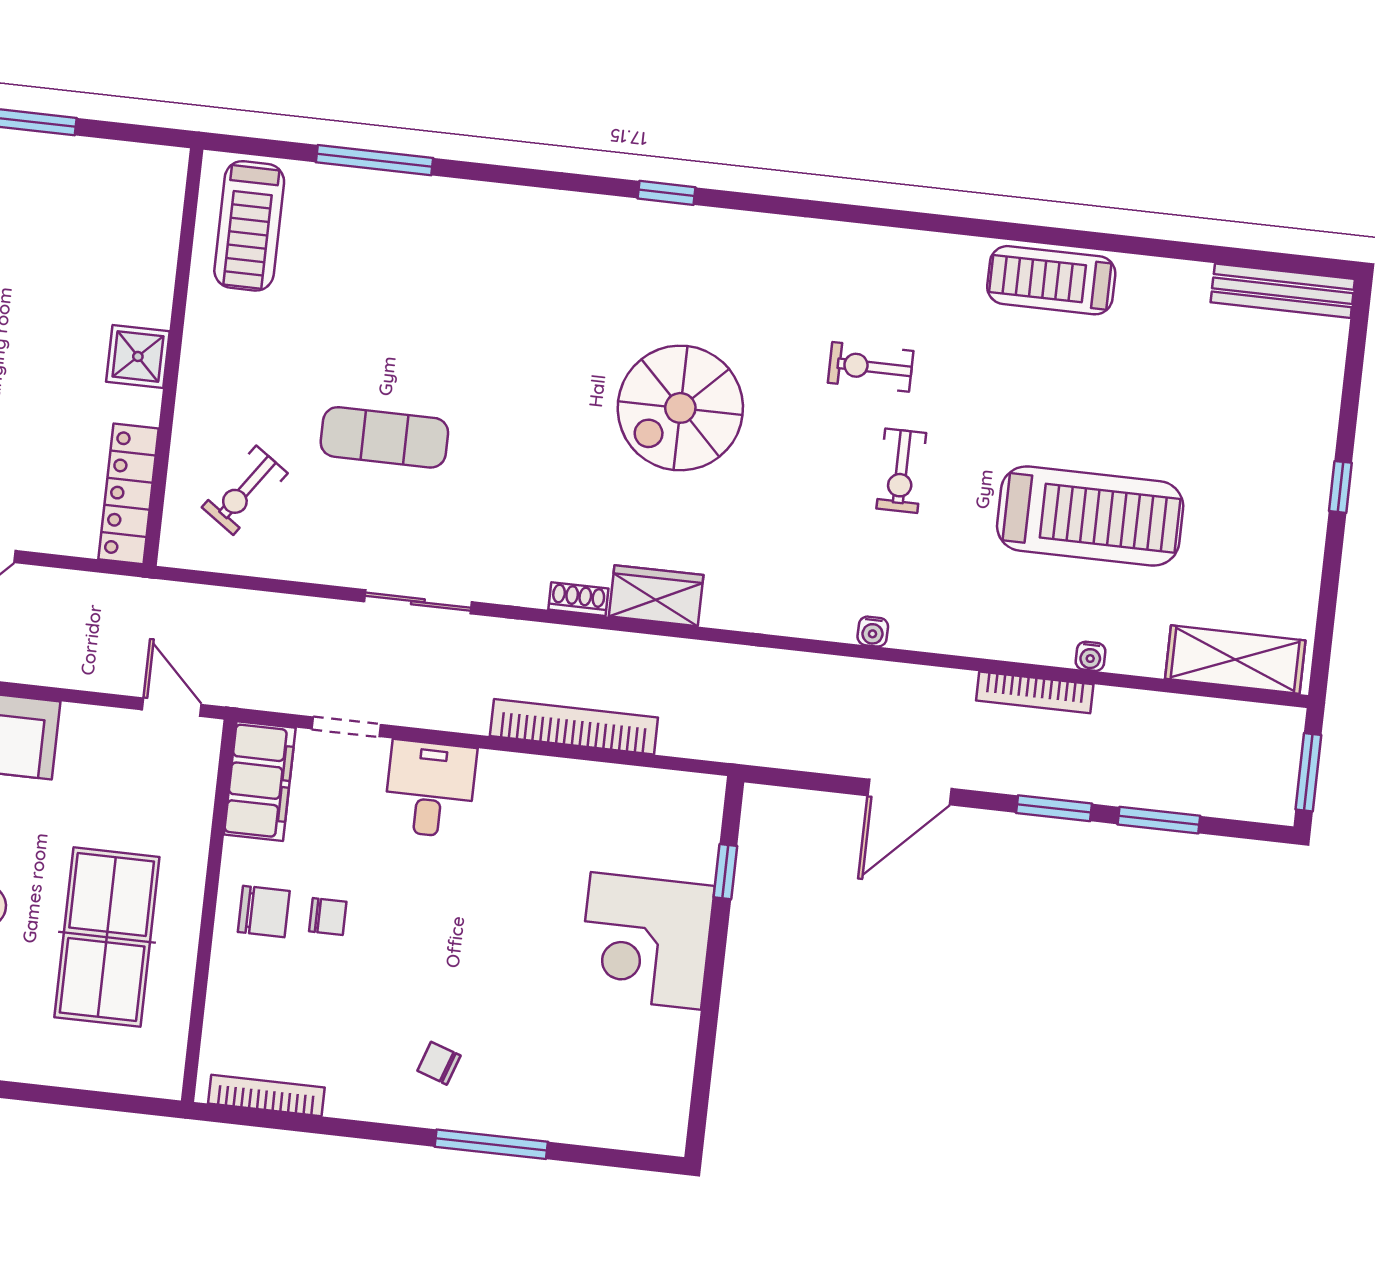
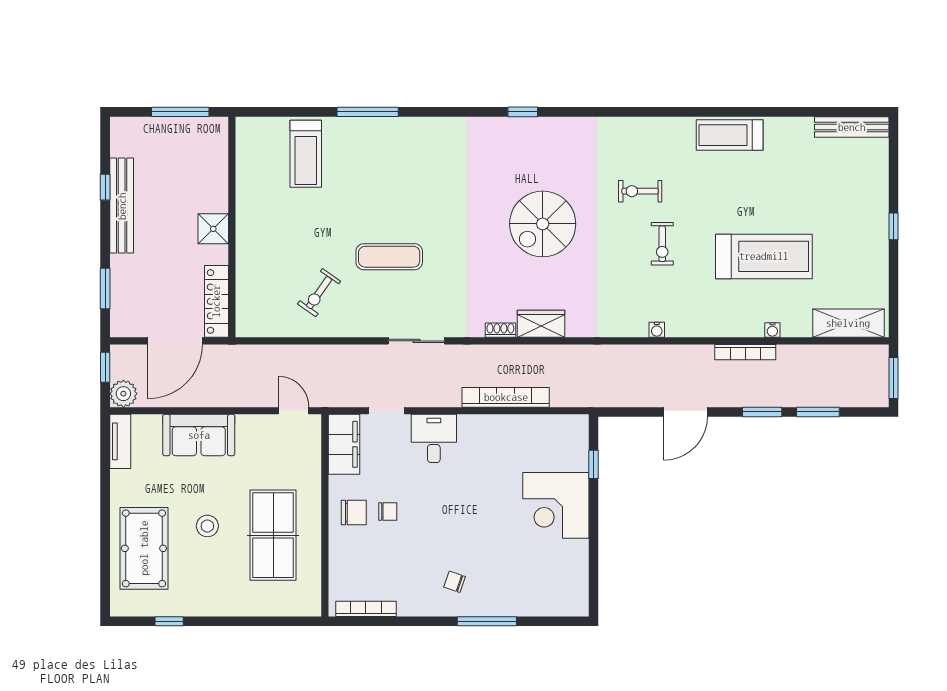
shower: (138, 356) -> (213, 229), moved
wall: (173, 357) -> (232, 227), moved
locker: (129, 494) -> (216, 301), moved

